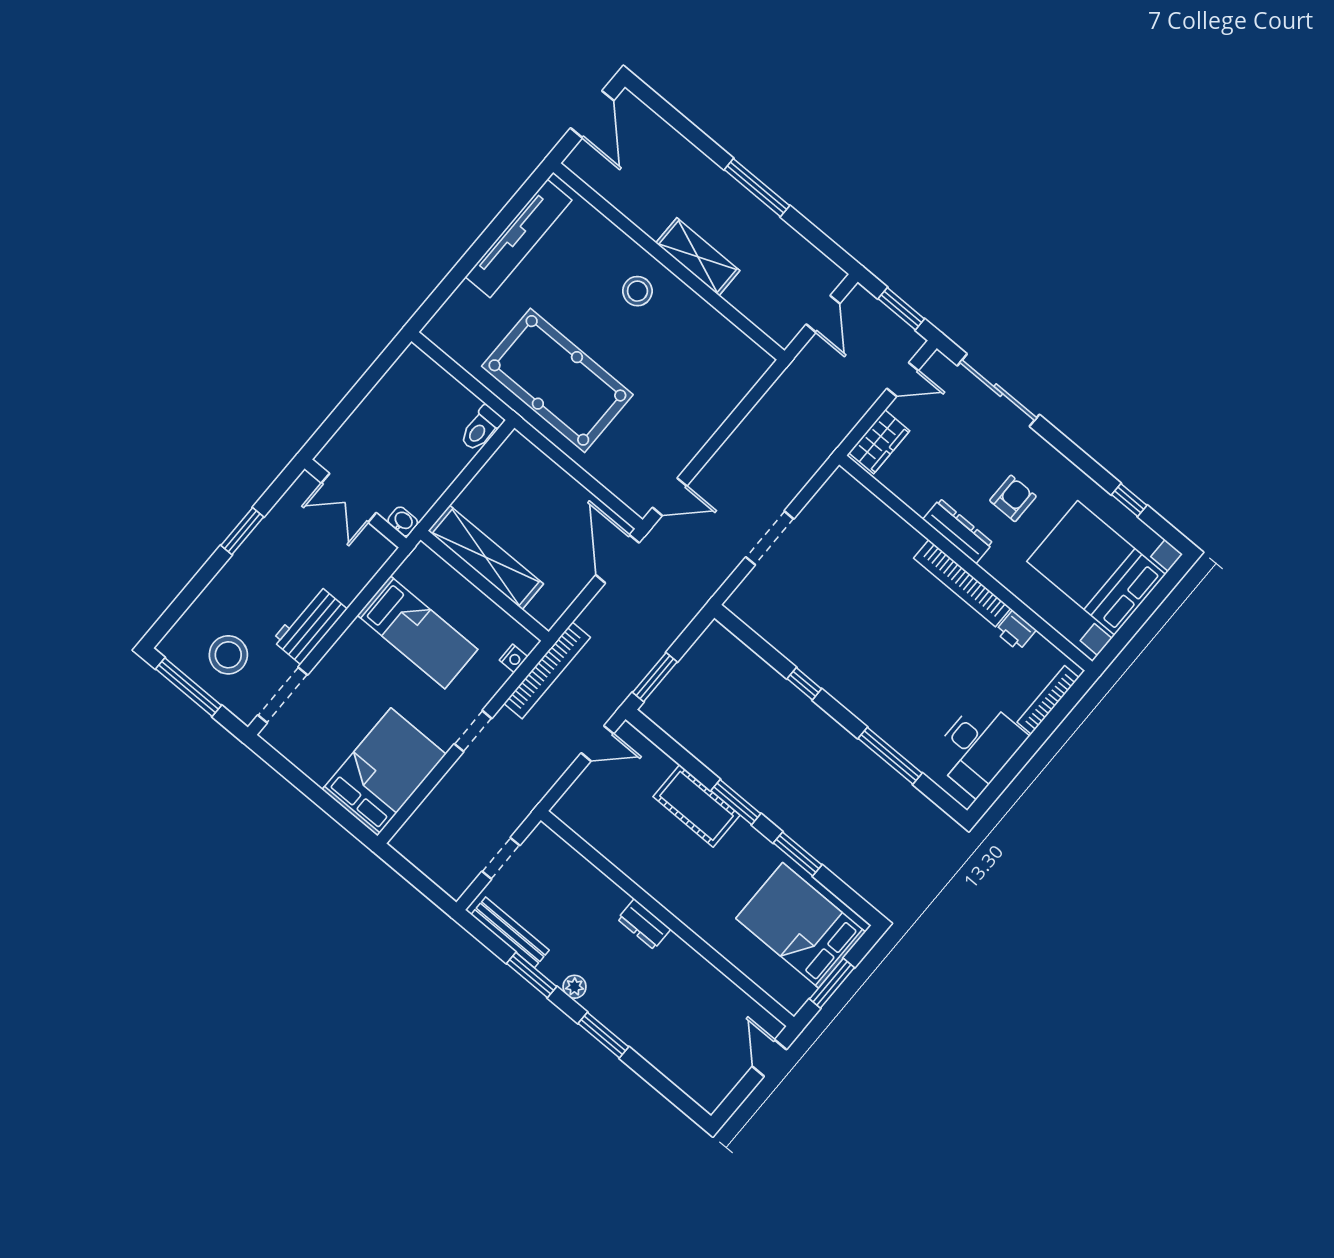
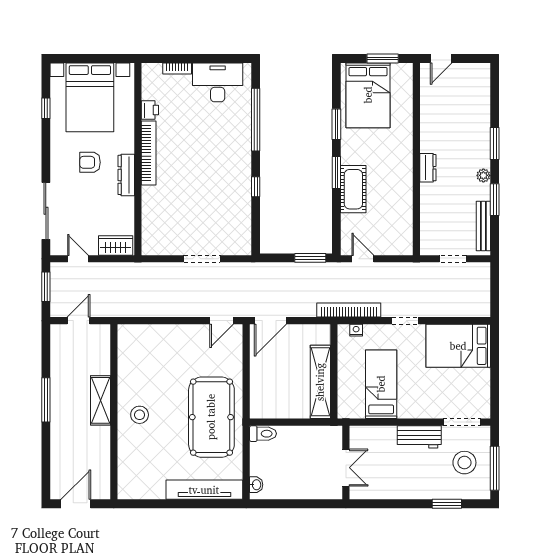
tv unit: (519, 239) -> (204, 490), moved
door: (670, 497) -> (222, 321), swing flipped
washbasin: (403, 522) -> (256, 485), moved, turned 180
window: (242, 531) -> (447, 504), moved
bookcase: (1048, 700) -> (177, 69), width x0.64
window: (890, 756) -> (256, 120), width x1.46

